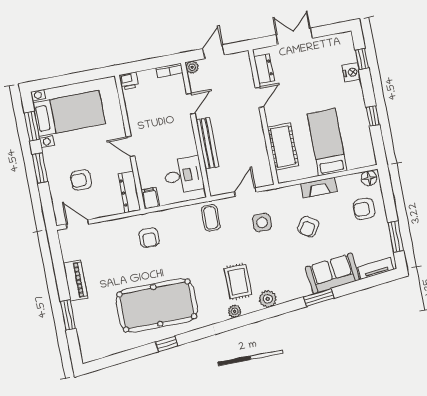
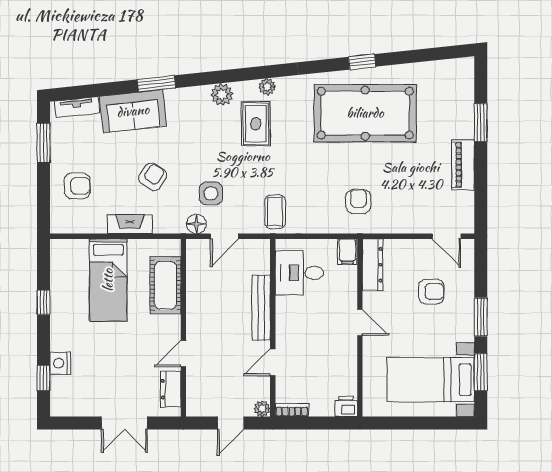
floor lamp: (369, 178) -> (196, 224), moved

